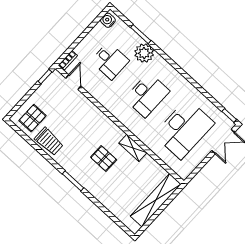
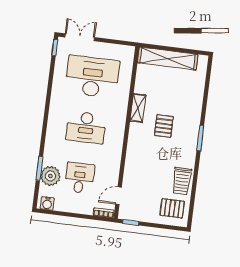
plant: (144, 53) -> (50, 176), moved
desk: (147, 95) -> (86, 127), turned 180
trolley: (49, 141) -> (182, 181), turned 180

